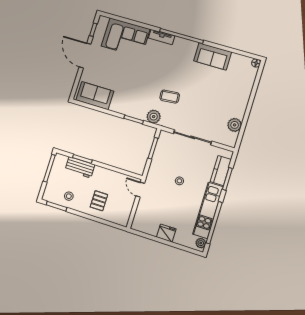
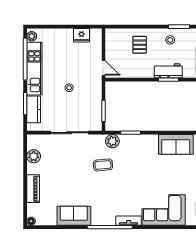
piano: (245, 94) -> (33, 189), added
fridge: (166, 233) -> (81, 35), moved

